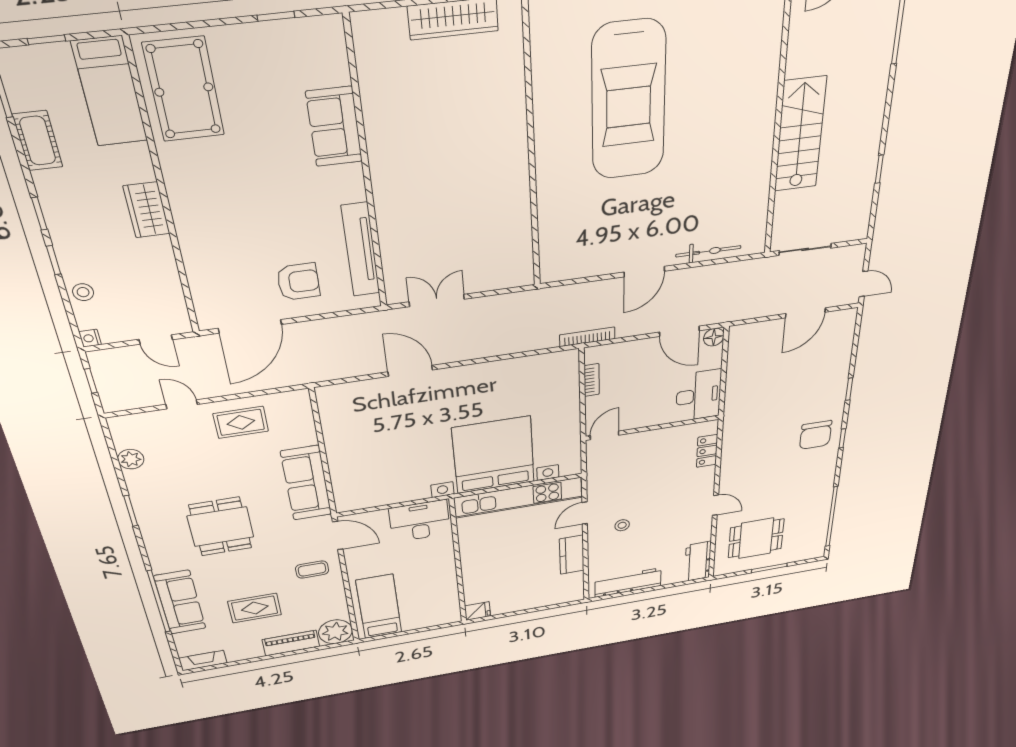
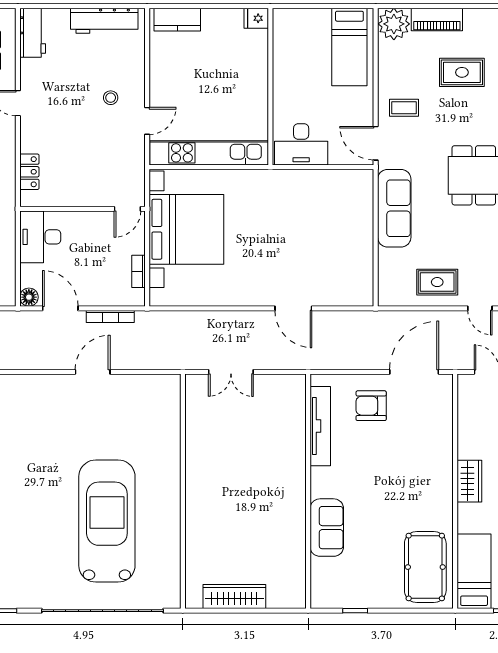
bicycle: (708, 251) -> (38, 383), removed
double door: (437, 300) -> (231, 372), moved
bookcase: (587, 337) -> (110, 316), moved
bed with nightstands: (494, 455) -> (186, 229), moved, turned -90
kitchen counter: (572, 555) -> (177, 20), moved, turned 90

